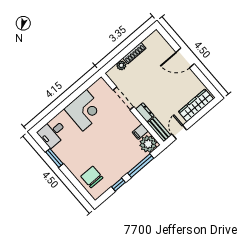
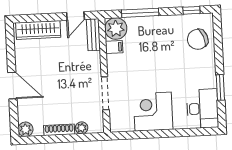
plant: (156, 37) -> (25, 129), added
dresser: (145, 112) -> (95, 63), removed
desk: (53, 133) -> (202, 109), width x1.37
chair: (92, 177) -> (198, 39), turned 69
window: (119, 185) -> (191, 10), moved

